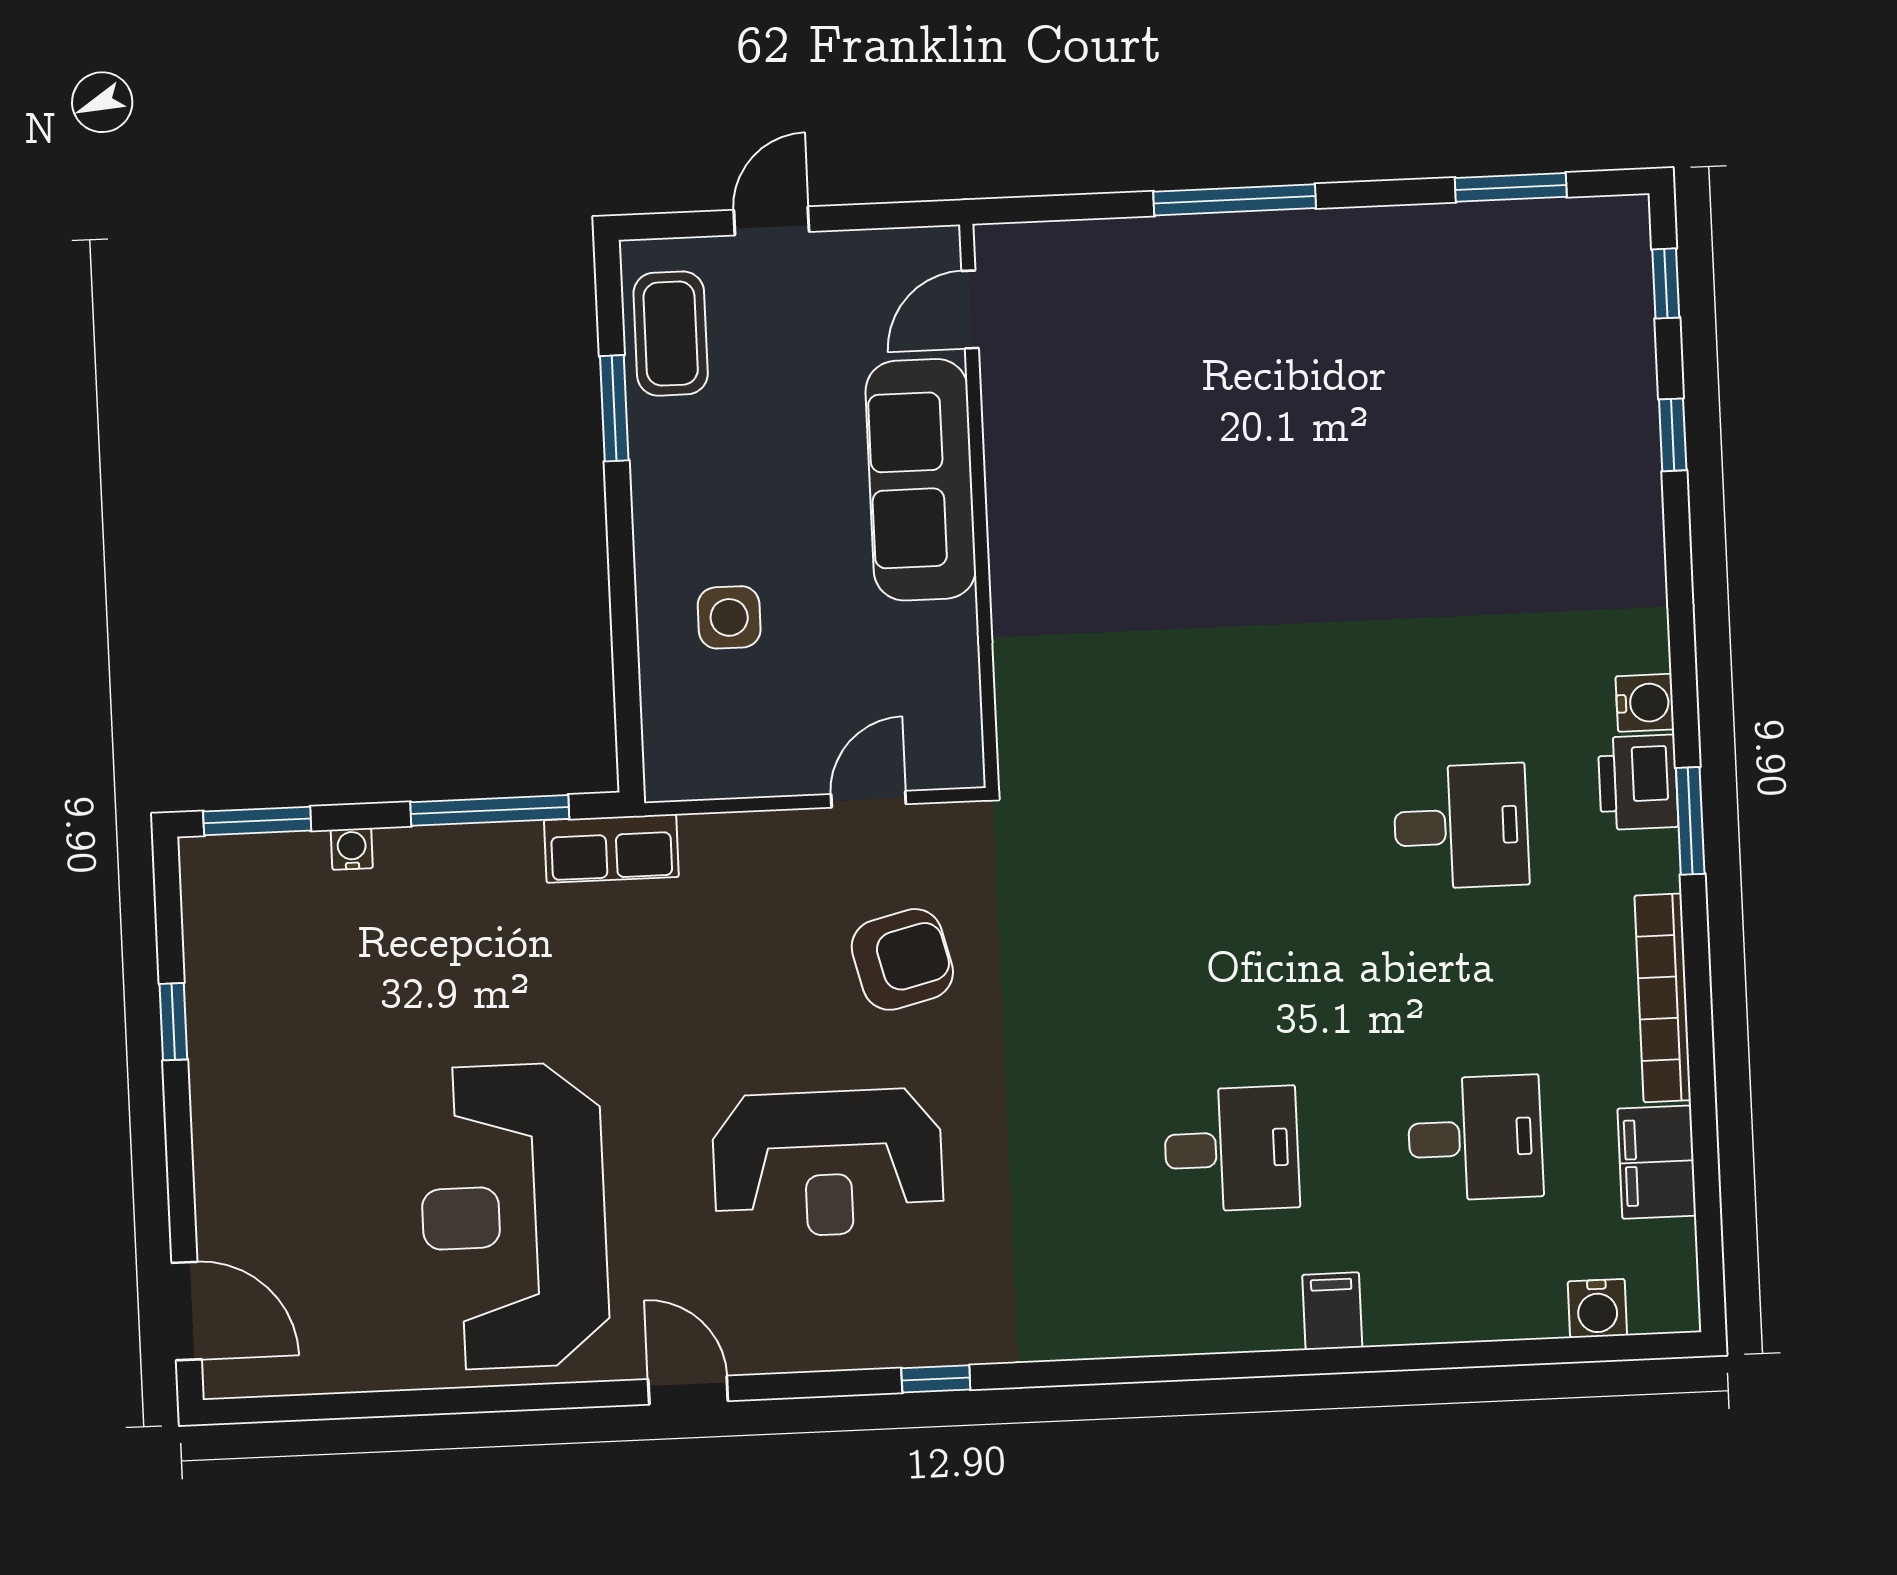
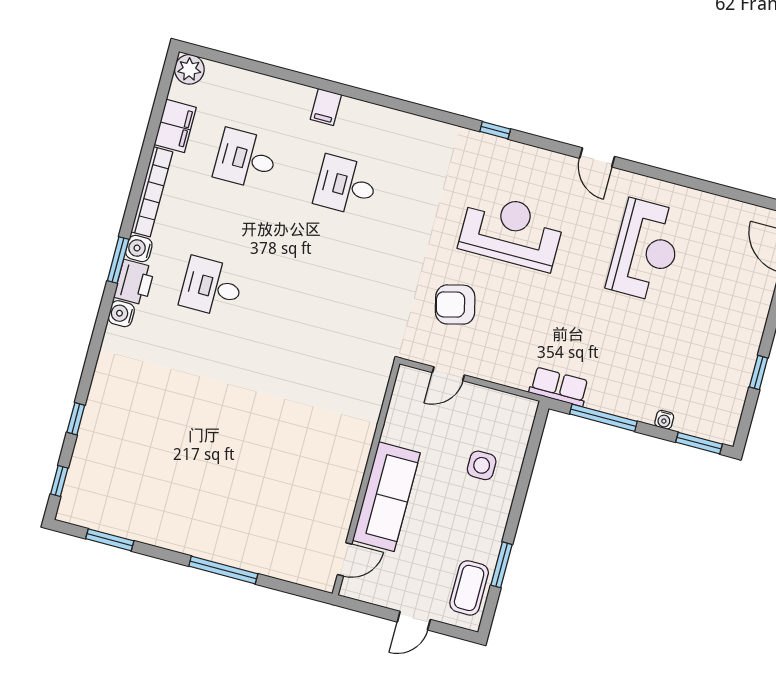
reception desk: (514, 1216) -> (646, 250), width x0.74, depth x0.77
plant: (1665, 1299) -> (189, 69), added
water cooler: (1597, 1308) -> (139, 248), moved, turned -90

